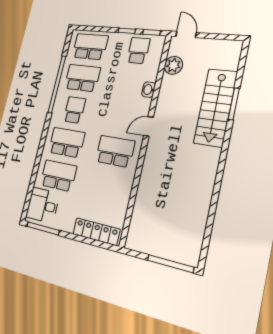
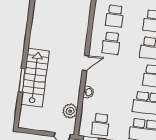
school desk: (115, 151) -> (111, 43), width x0.54
school desk: (107, 186) -> (115, 16), added

